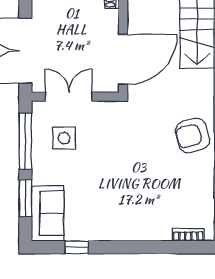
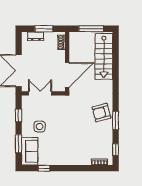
side table: (64, 138) -> (40, 127), moved
window: (25, 141) -> (19, 115), width x0.46

